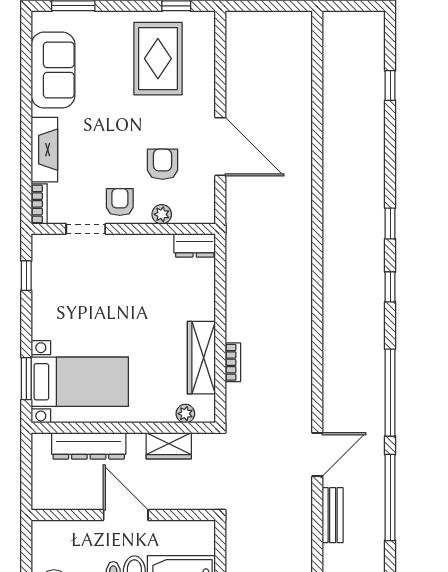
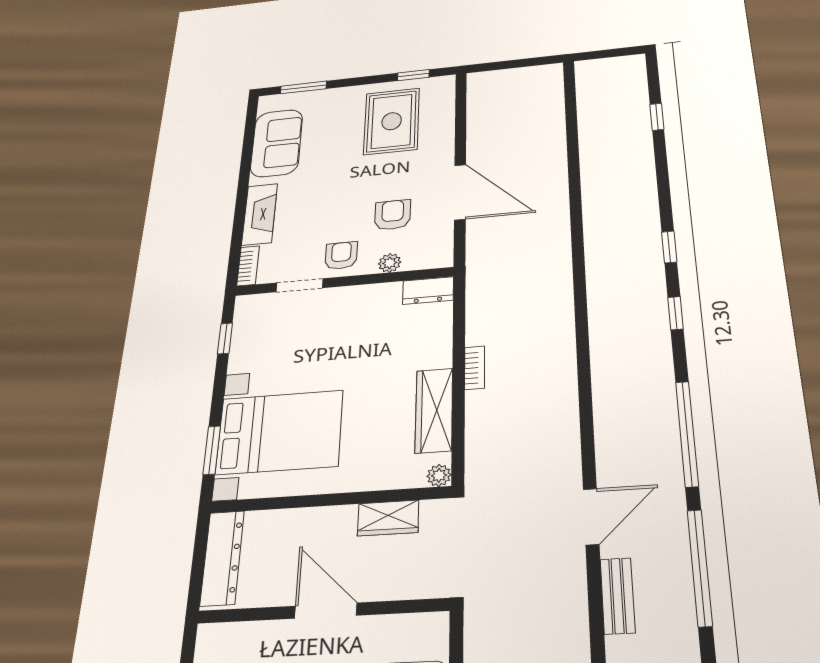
bookcase: (233, 362) -> (475, 368), moved
bed with nightstands: (80, 382) -> (279, 432), width x1.36
plant: (185, 414) -> (439, 475), moved
dresser: (89, 446) -> (222, 558), moved, turned -90

